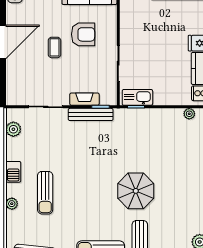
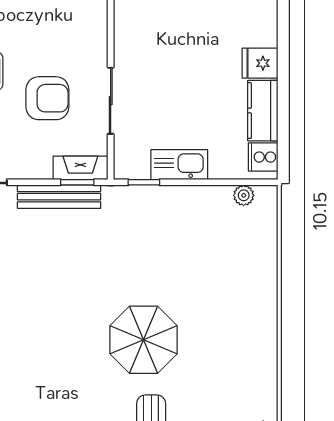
armchair: (83, 34) -> (47, 98), moved
kitchen sink: (137, 97) -> (179, 165), moved
fireplace: (84, 99) -> (80, 168), moved

